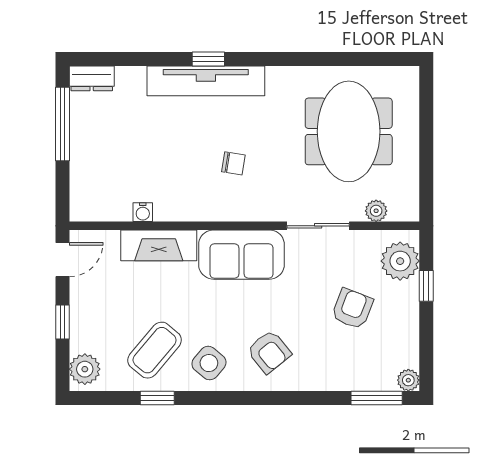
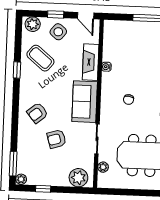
water cooler: (143, 212) -> (106, 67), moved
window: (426, 286) -> (43, 189), moved
armchair: (352, 309) -> (57, 139), moved, turned 142
side table: (209, 363) -> (58, 32), moved
window: (157, 398) -> (17, 70), moved

